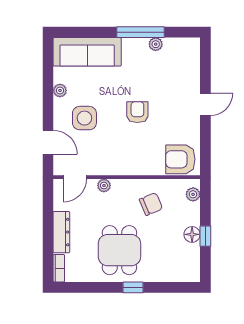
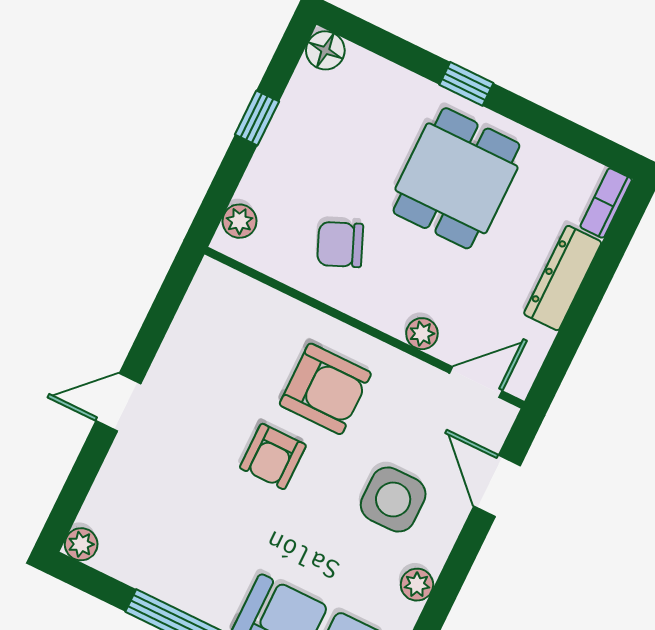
plant: (156, 44) -> (81, 544), moved
armchair: (180, 159) -> (325, 389), moved
floor lamp: (192, 234) -> (325, 50), moved

